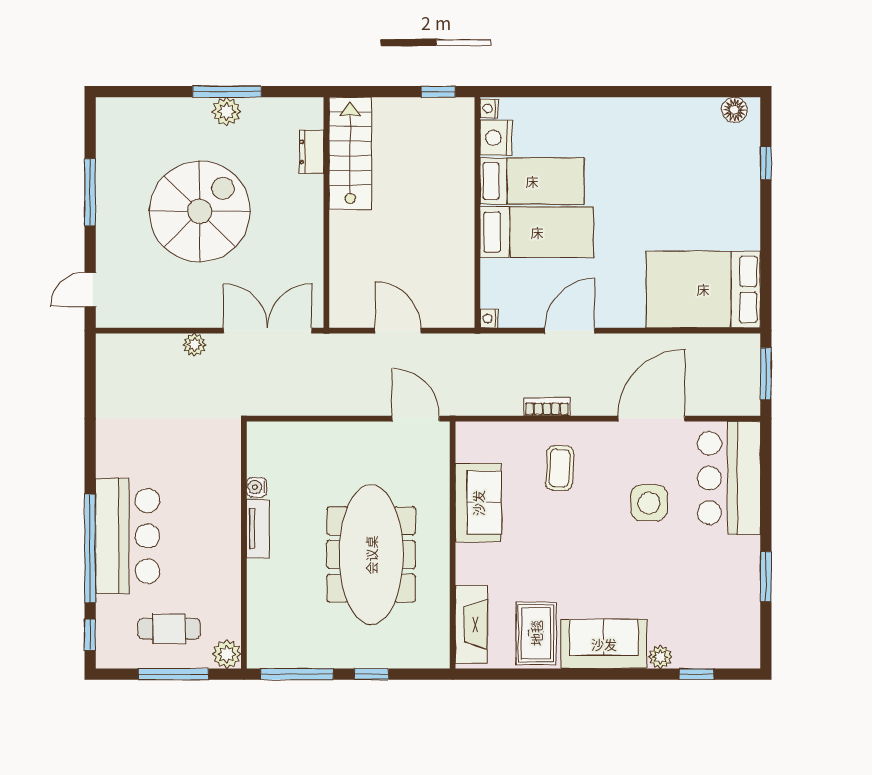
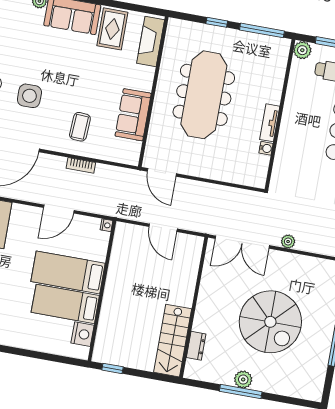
nightstand: (489, 108) -> (83, 353), removed
spiral stairs: (200, 211) -> (270, 322), turned -90

